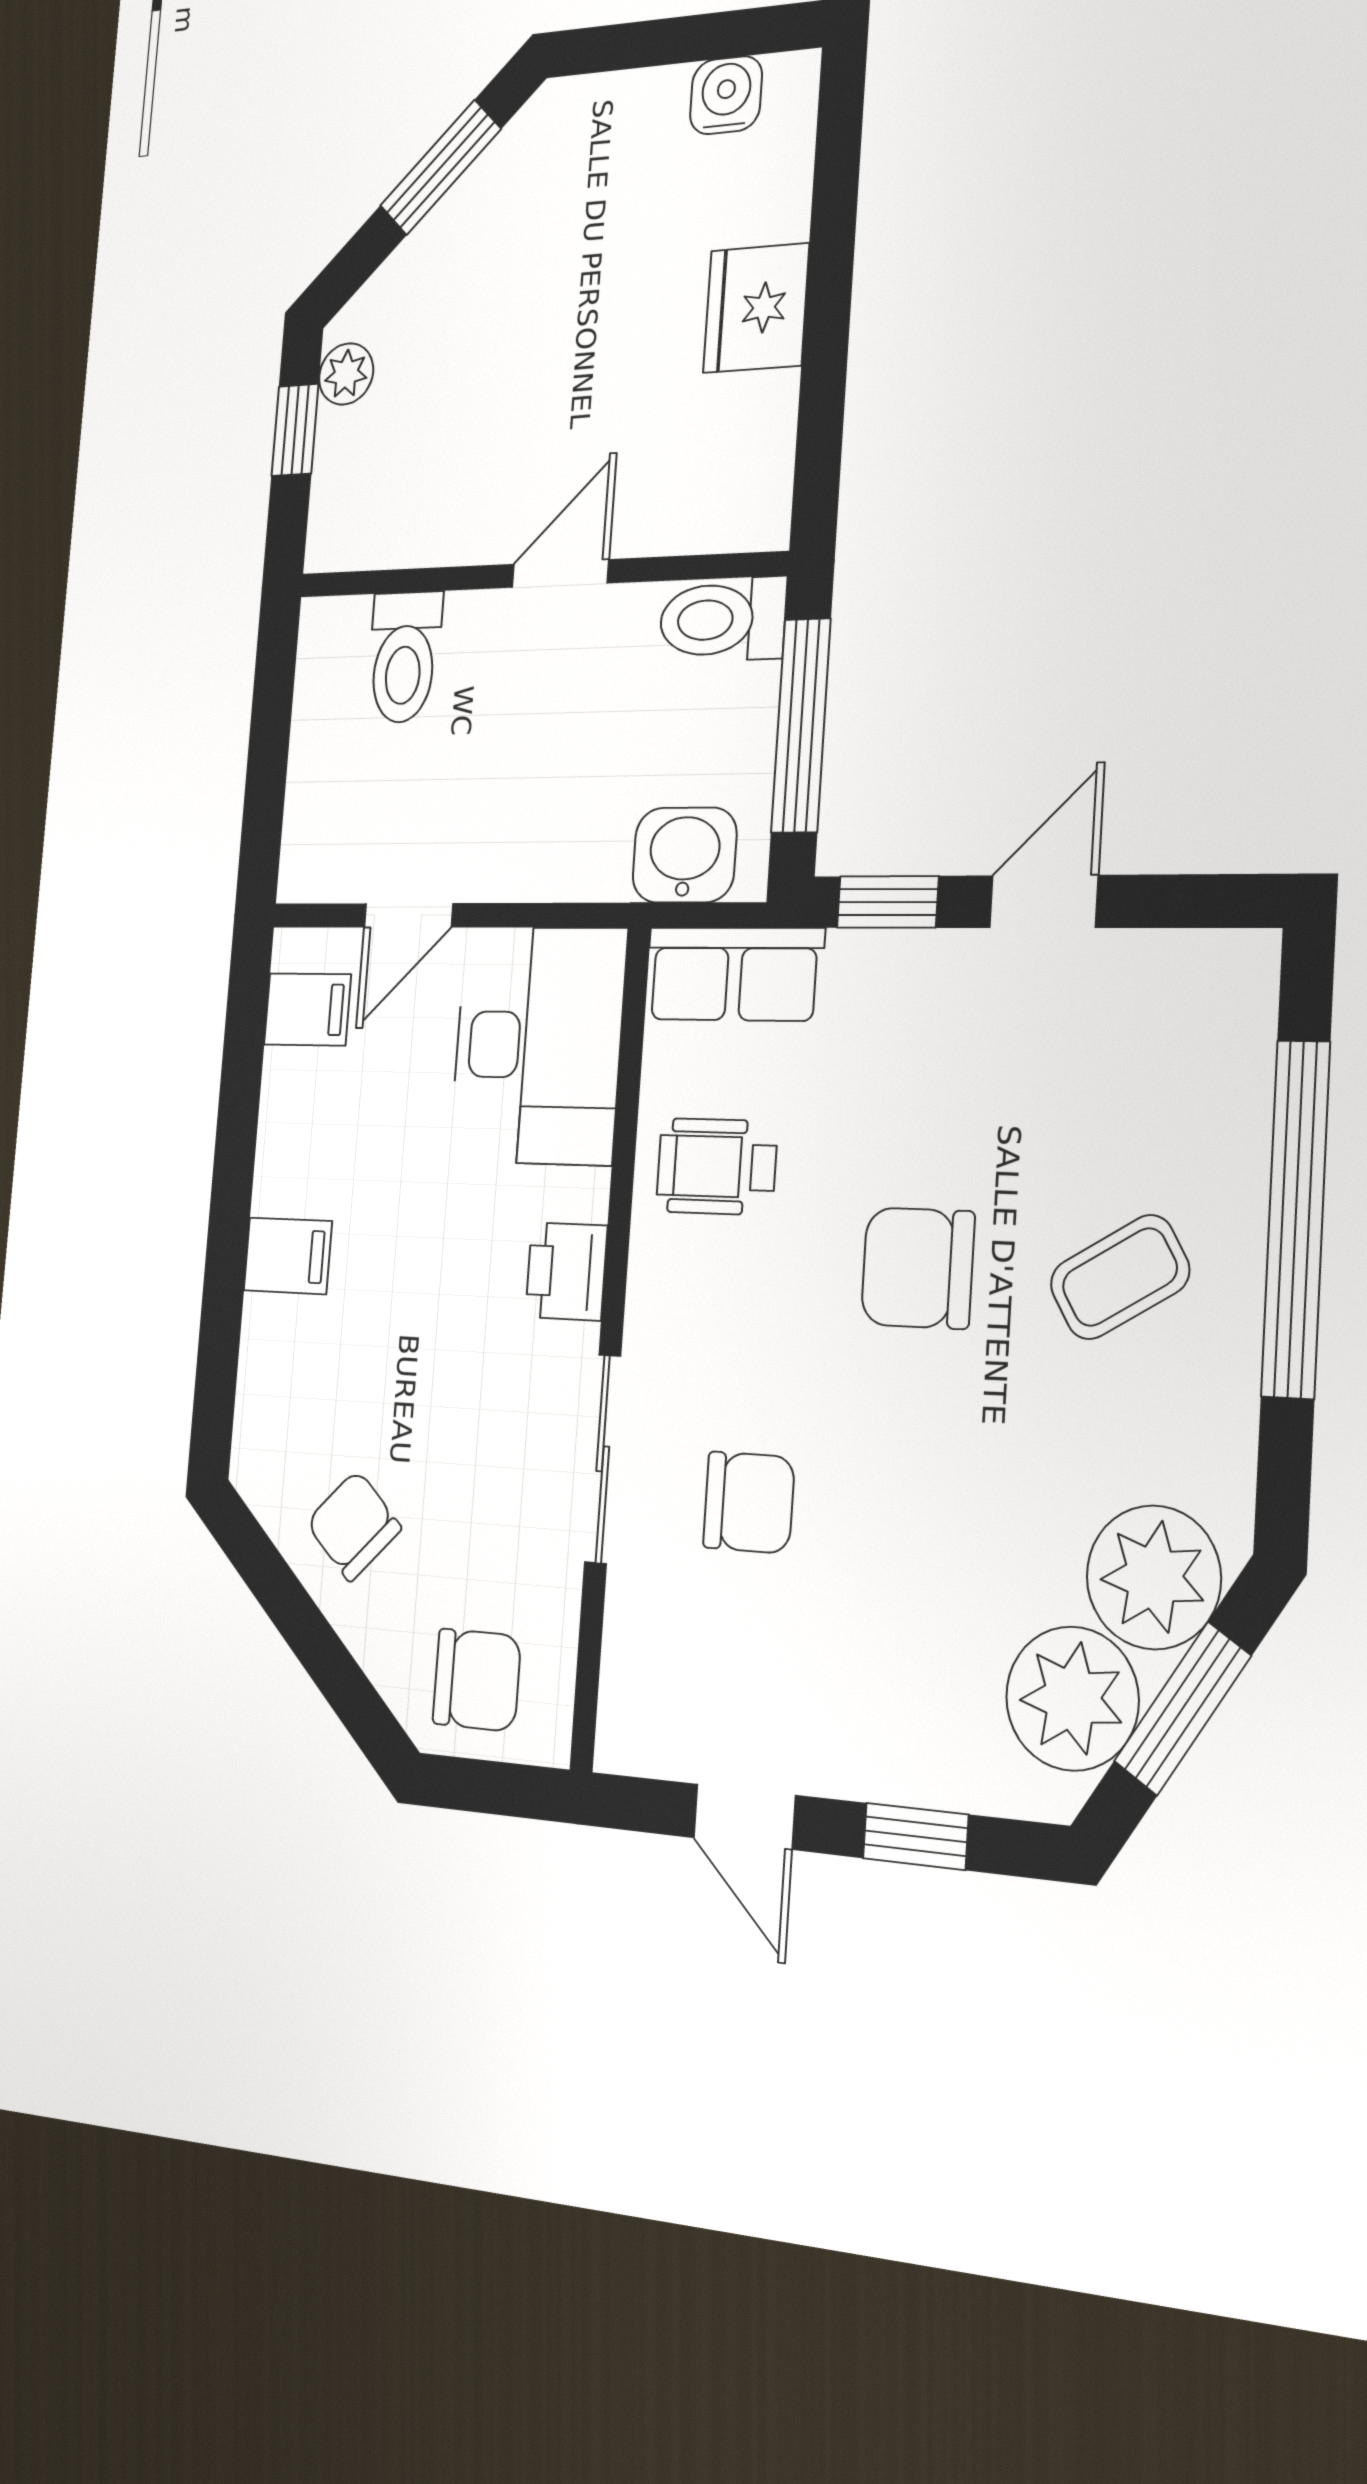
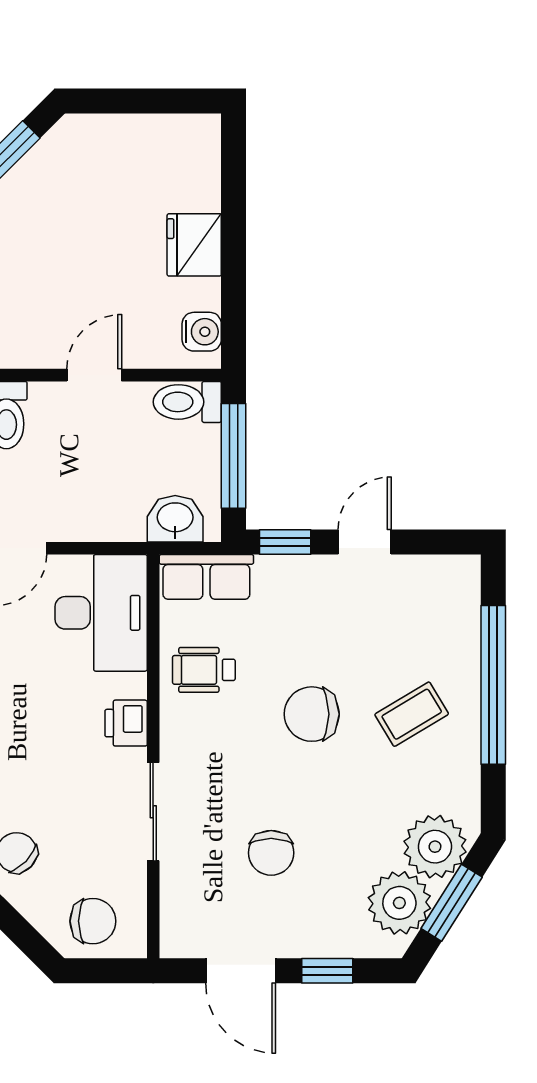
water cooler: (726, 95) -> (202, 332), moved, turned 90
chair: (749, 1502) -> (271, 853), moved, turned 90
door: (744, 1817) -> (241, 971), width x1.37

